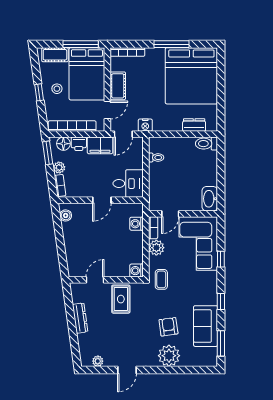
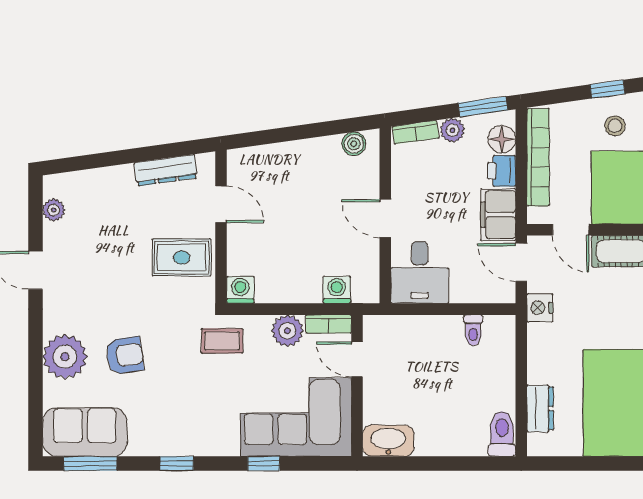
dresser: (80, 318) -> (166, 170), moved
sofa: (206, 326) -> (85, 432), moved

